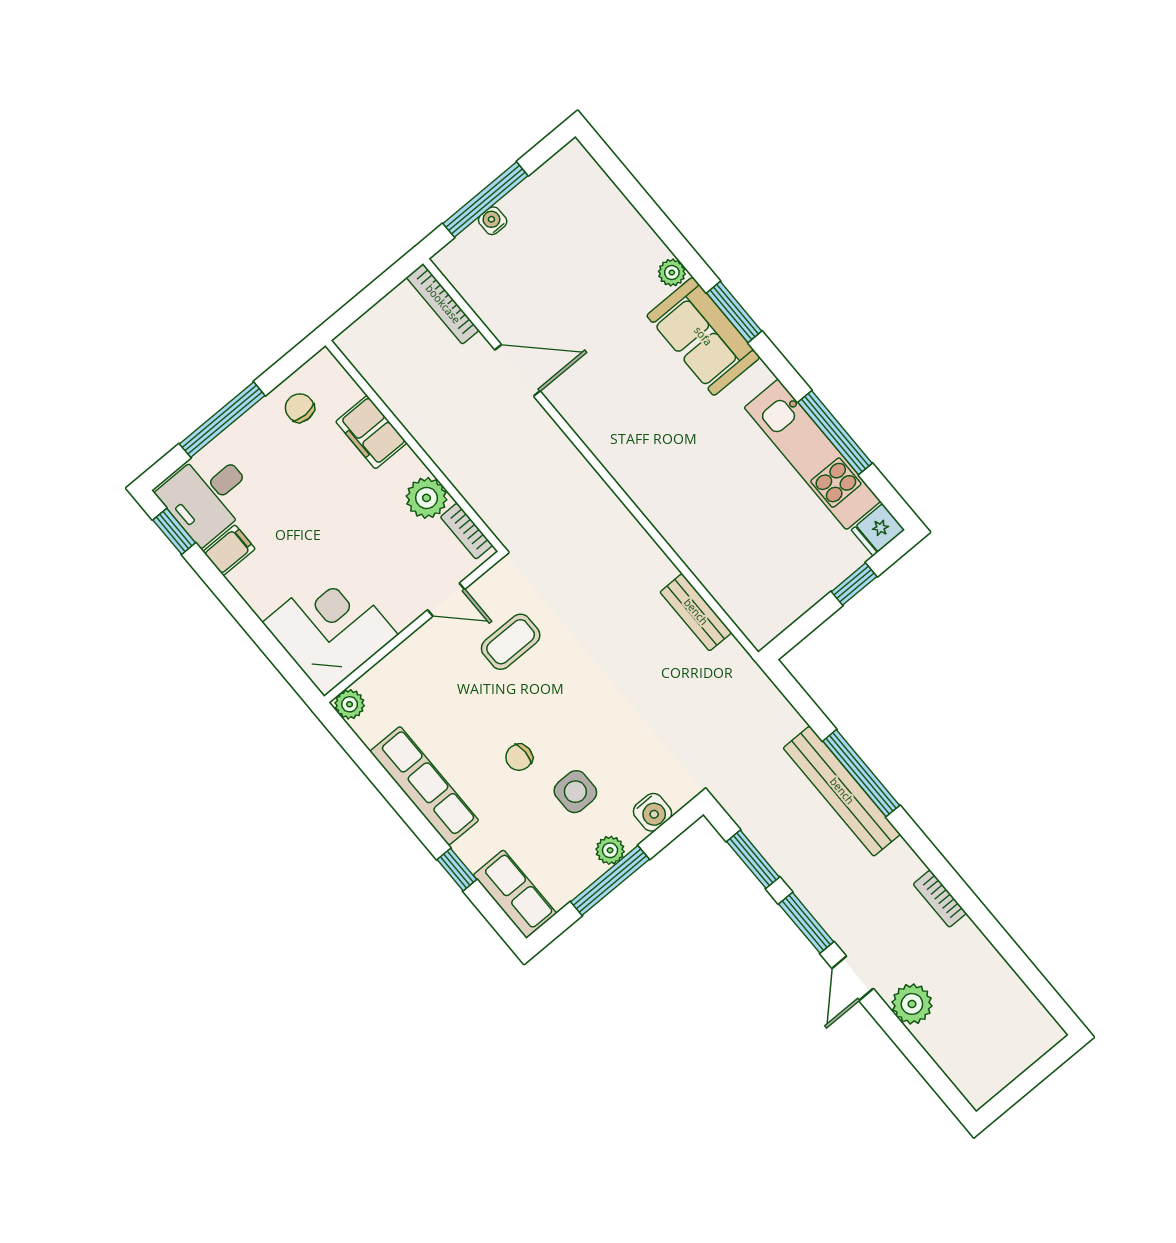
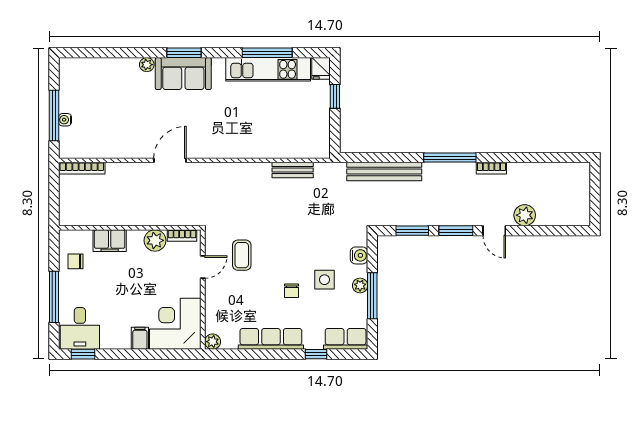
door: (517, 370) -> (170, 160), moved
filing cabinet: (229, 550) -> (140, 338), moved
window: (861, 773) -> (450, 158), moved
bench: (842, 791) -> (384, 172), moved

